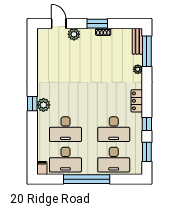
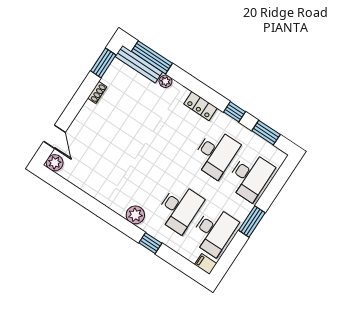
door: (59, 24) -> (55, 137), swing flipped
window: (97, 24) -> (103, 63), moved
plant: (74, 34) -> (55, 163), moved
bench: (137, 41) -> (139, 64), width x1.36
window: (32, 104) -> (150, 243), moved
window: (87, 179) -> (252, 221), width x0.47

